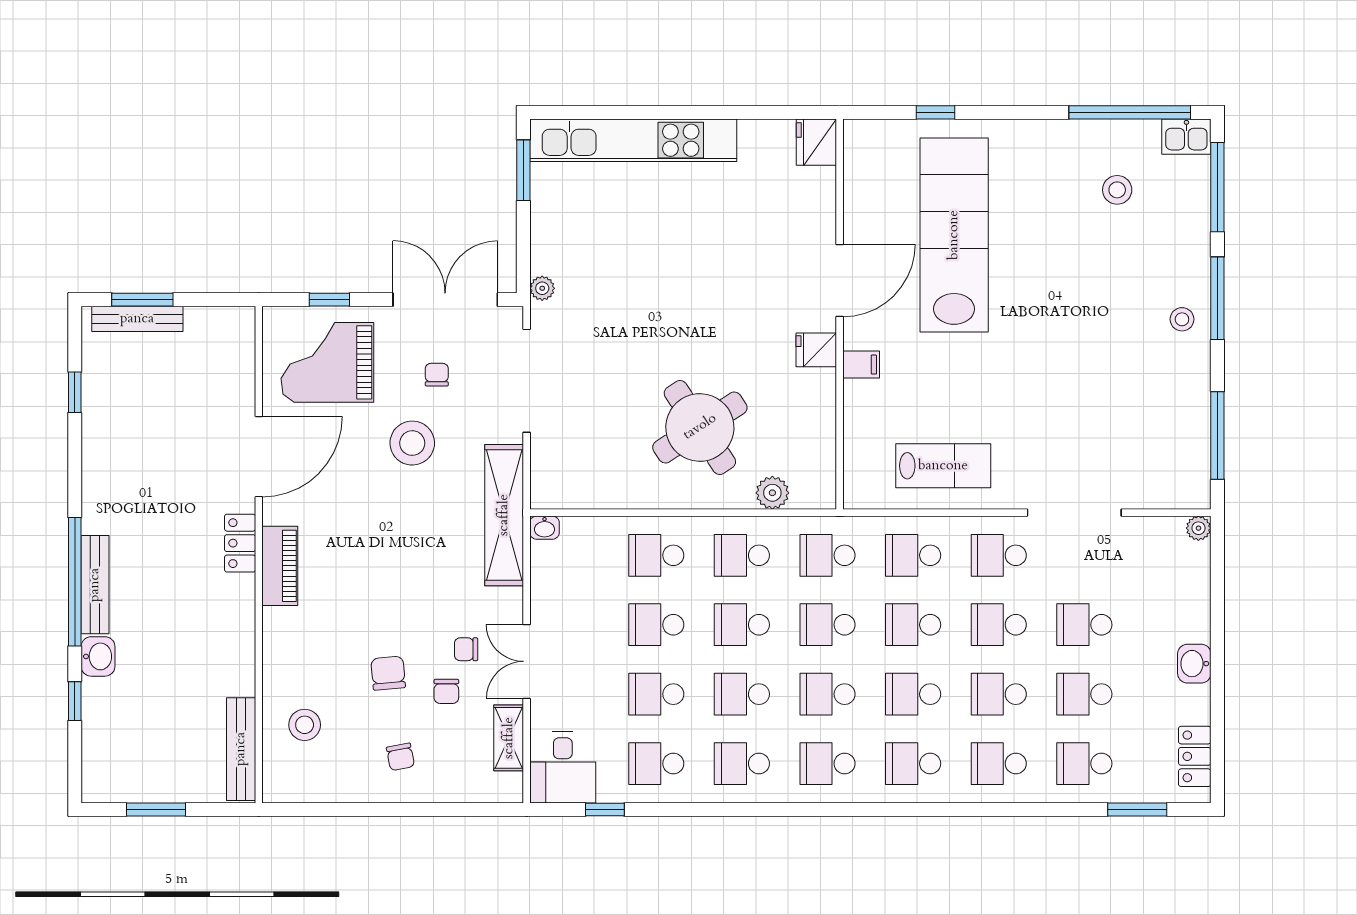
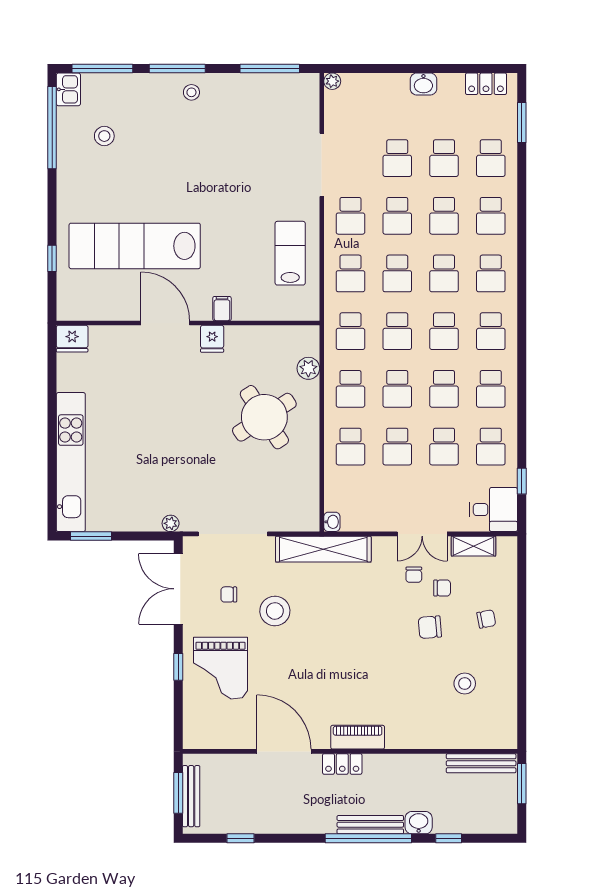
door: (259, 457) -> (284, 751), moved
locker: (240, 543) -> (342, 764), moved
wall: (259, 555) -> (350, 751), moved
piano: (280, 566) -> (358, 737), moved
bench: (241, 749) -> (481, 763), moved

